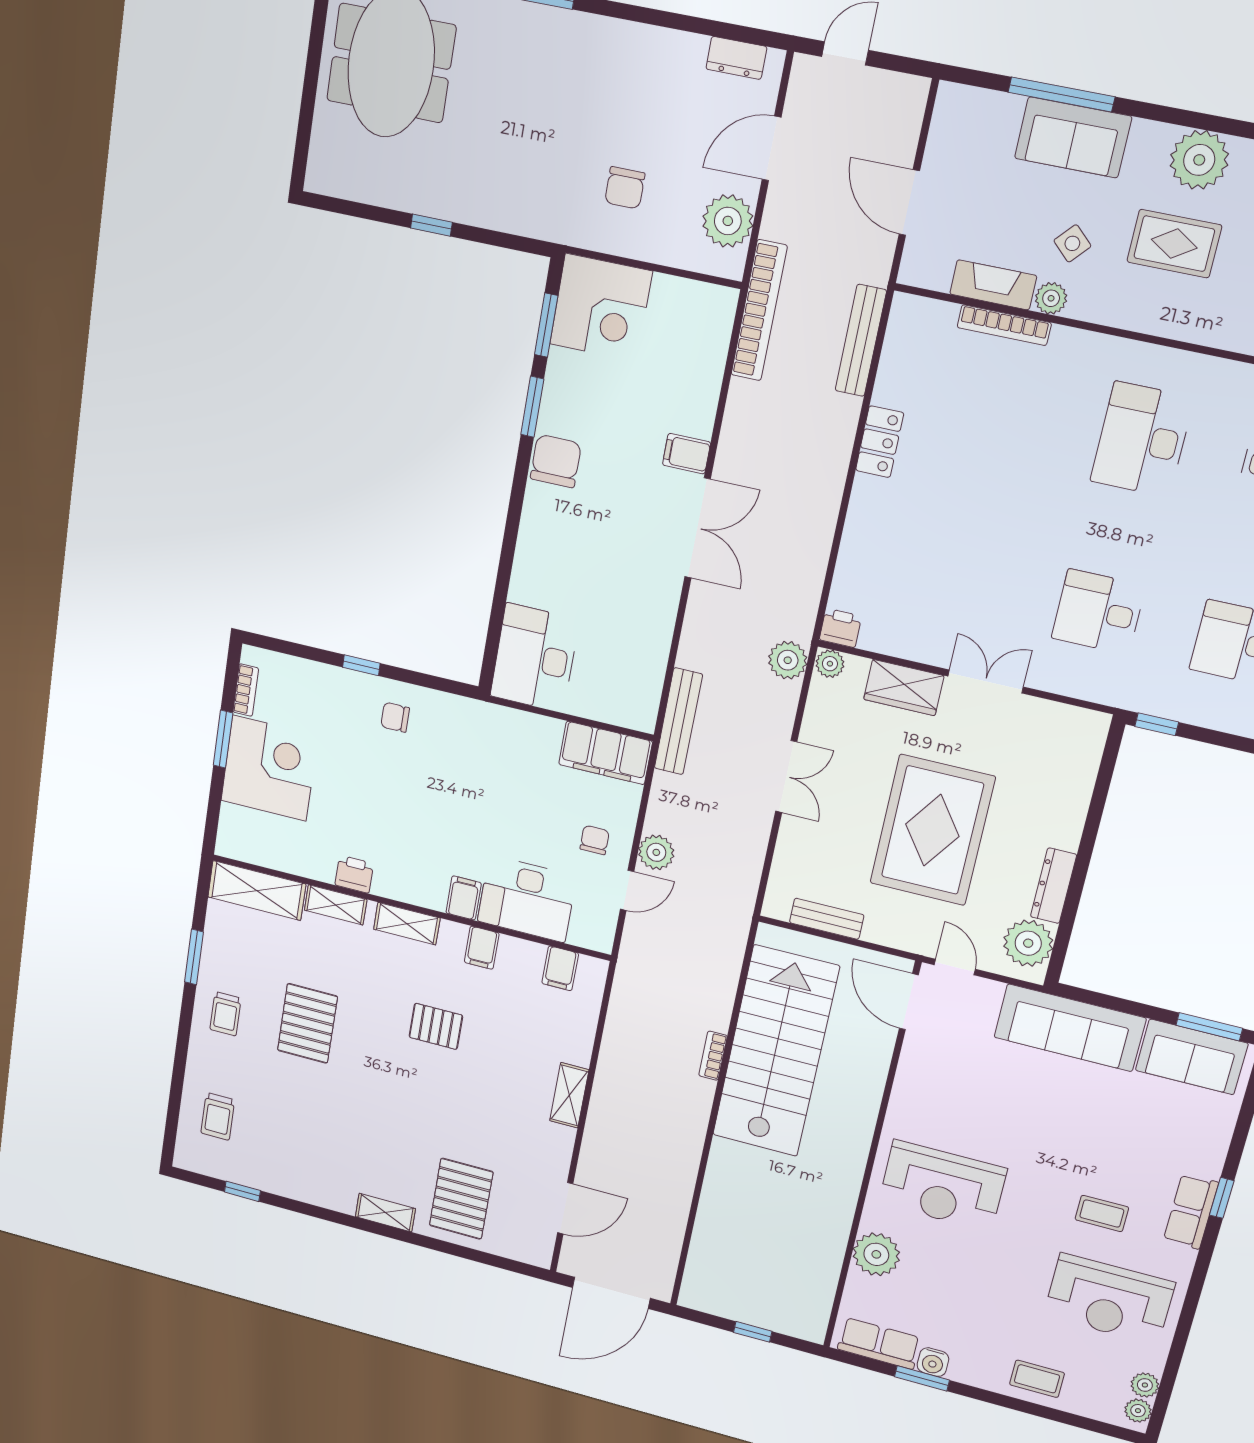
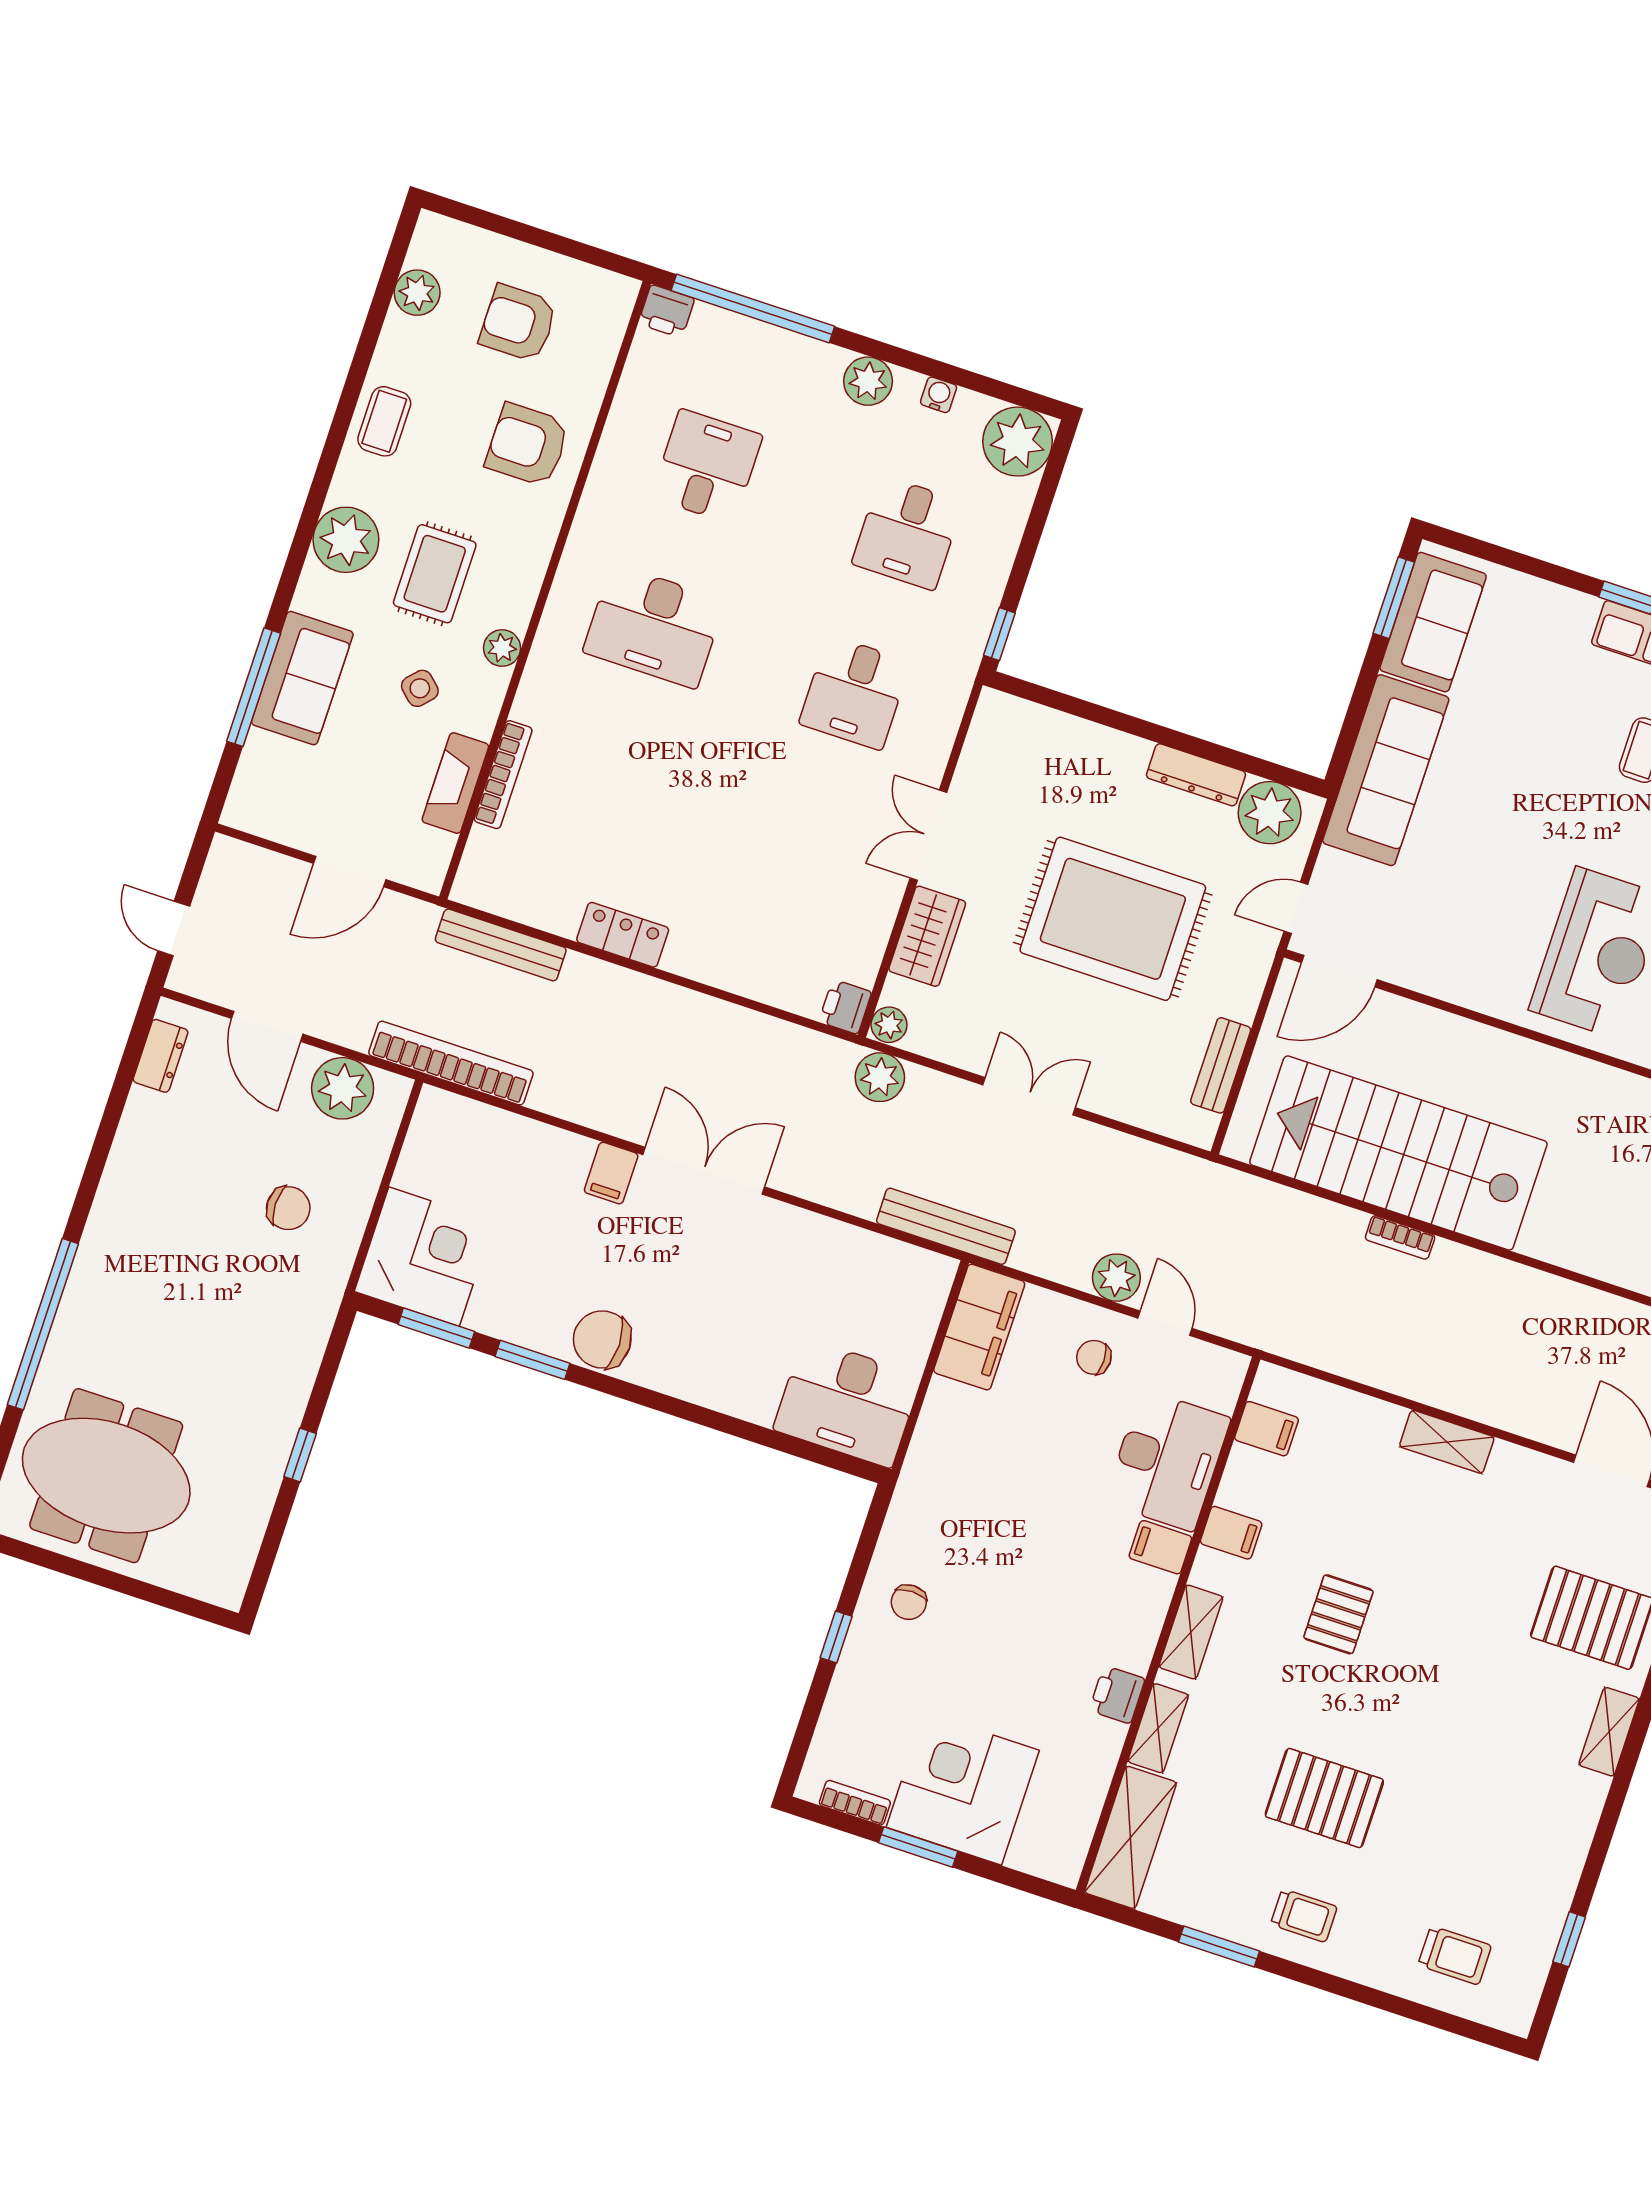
plant: (1051, 298) -> (502, 648), moved

